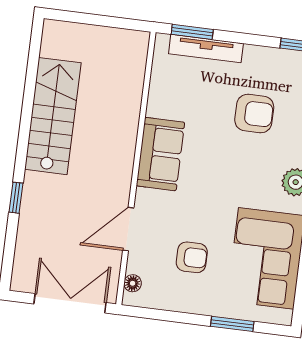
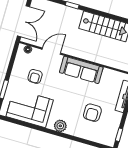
sofa: (160, 154) -> (81, 70), width x1.36
door: (128, 229) -> (51, 51), hinge flipped

